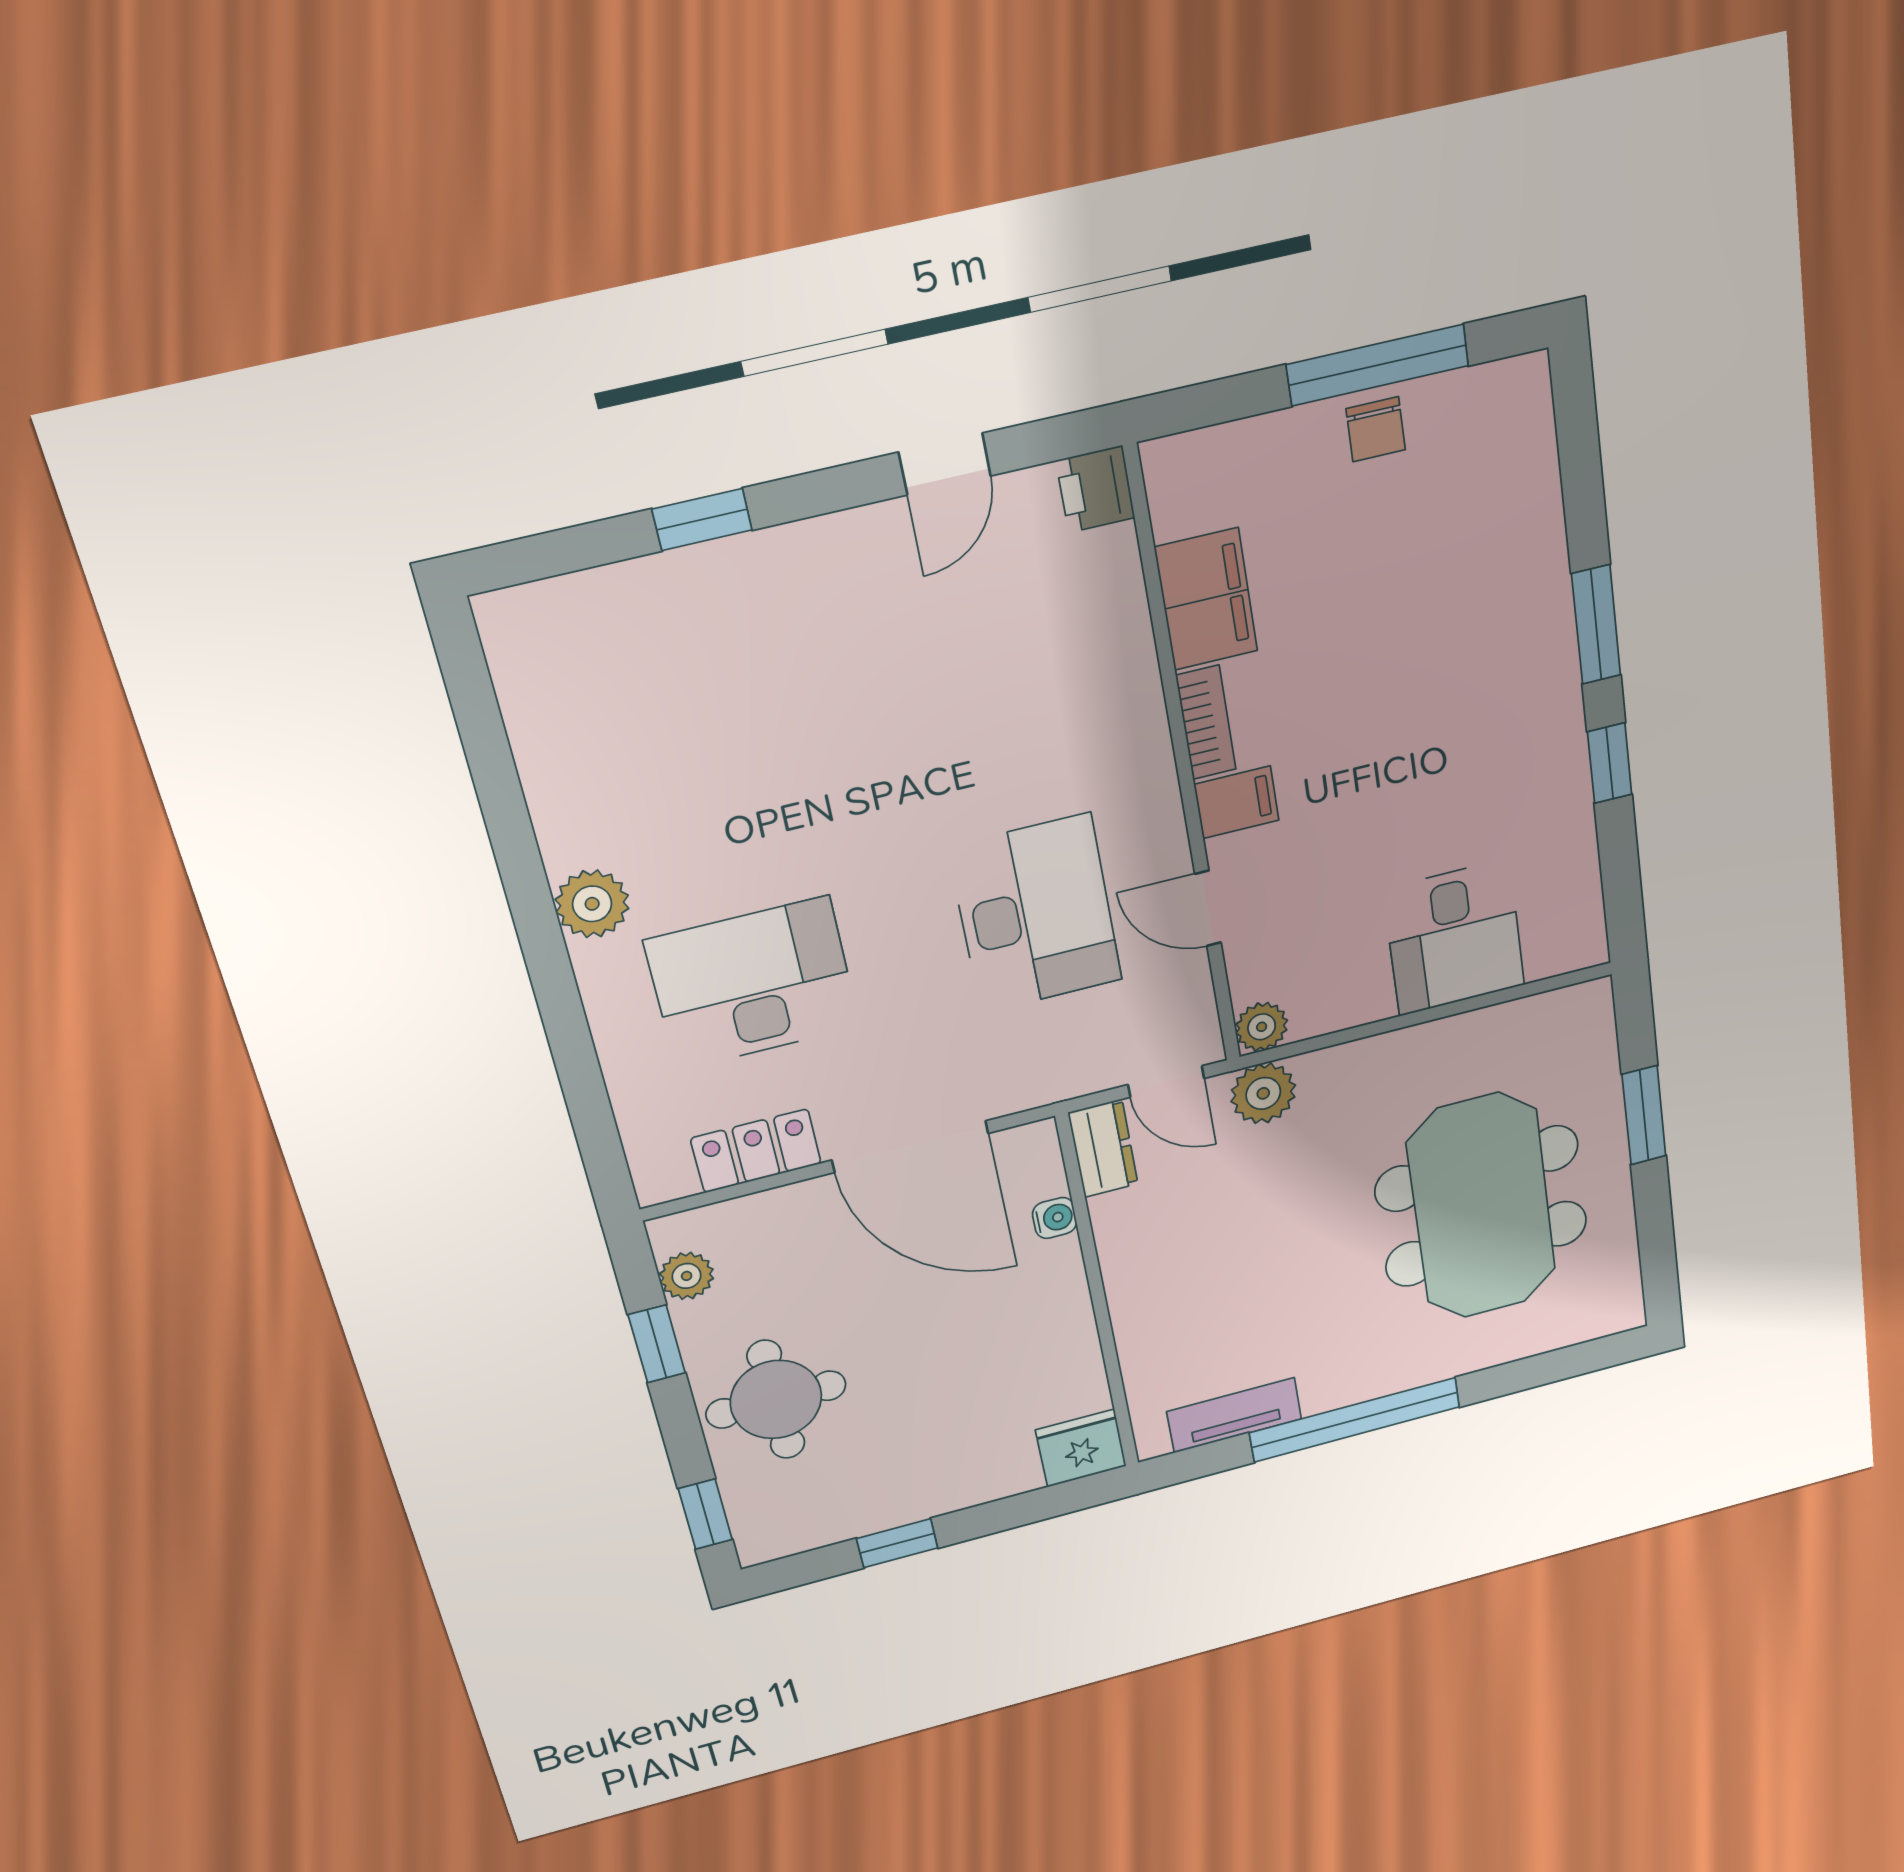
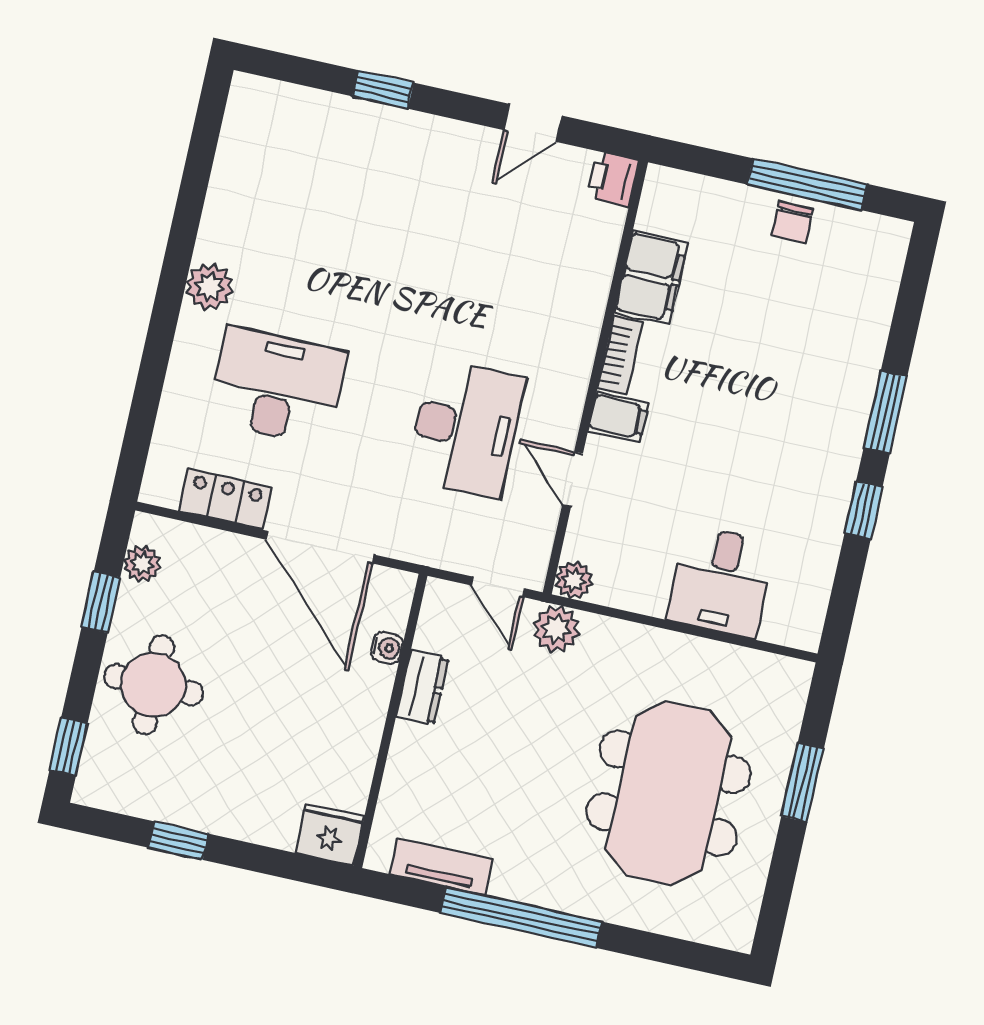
dresser: (1103, 1148) -> (422, 687), moved

